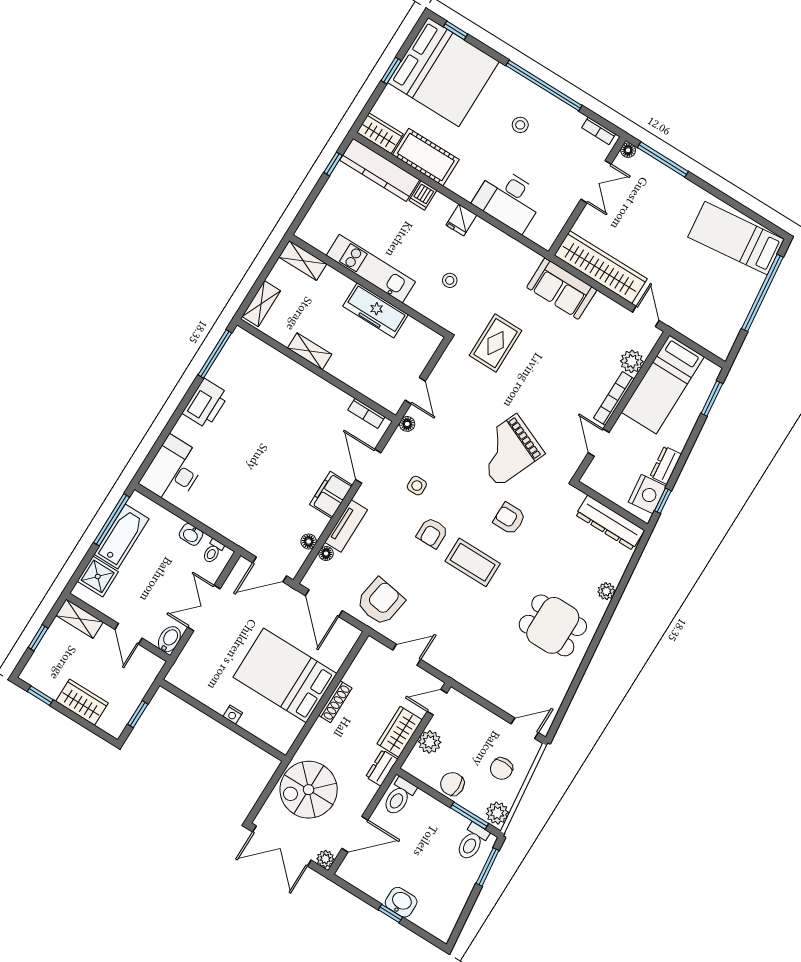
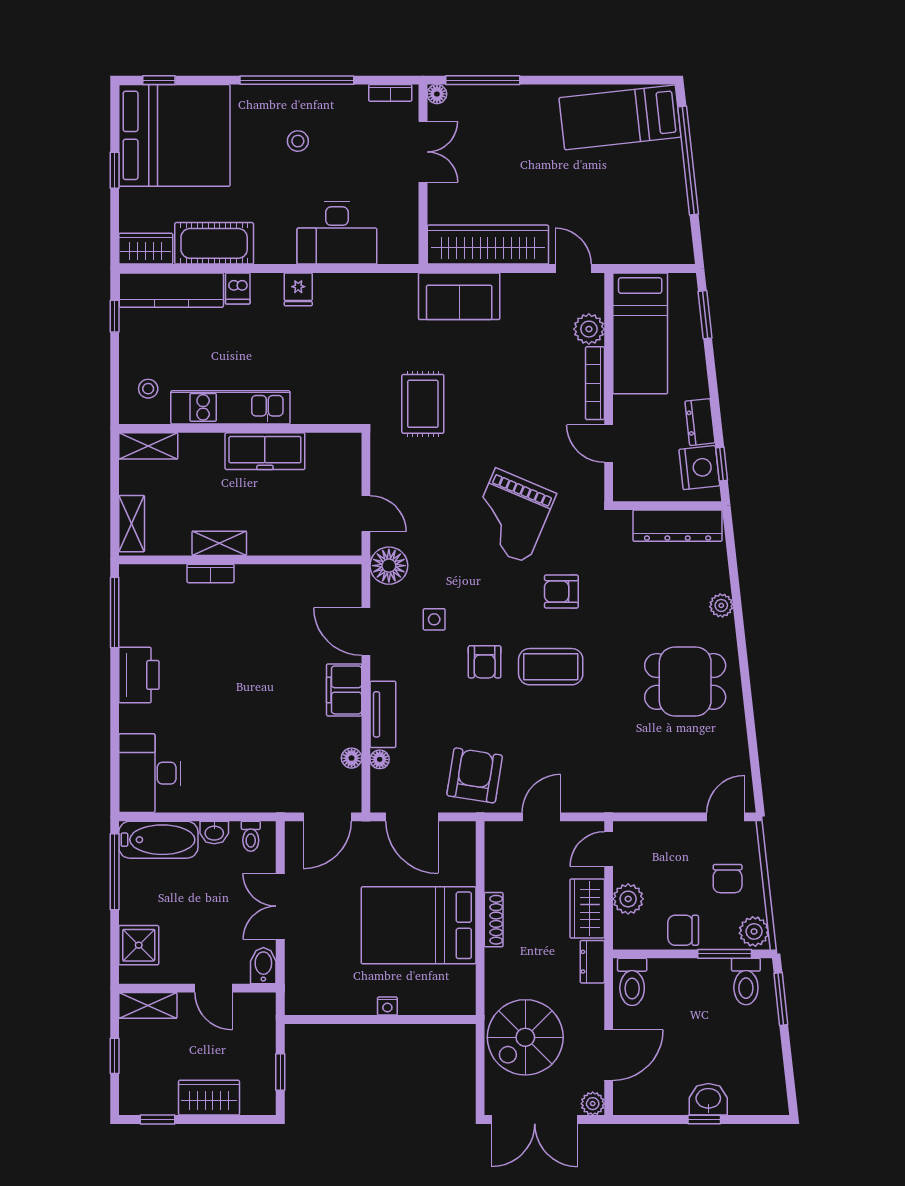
stool: (450, 280) -> (148, 389), moved
bookcase: (366, 413) -> (211, 573), moved
floor lamp: (407, 424) -> (389, 566), width x1.89, depth x1.89
bathtub: (121, 537) -> (158, 840), moved, turned 90

